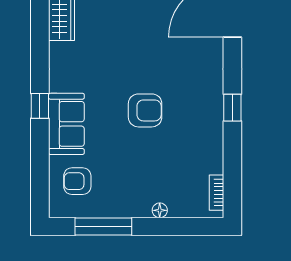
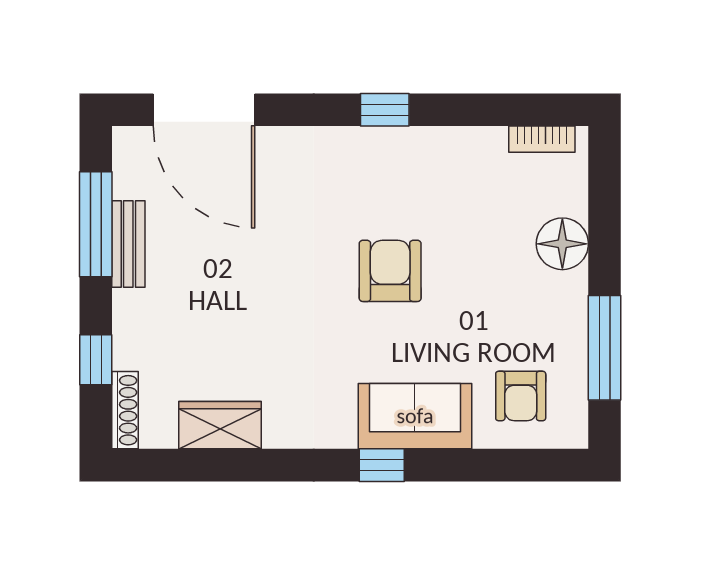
floor lamp: (160, 210) -> (562, 244), width x1.89, depth x1.89

